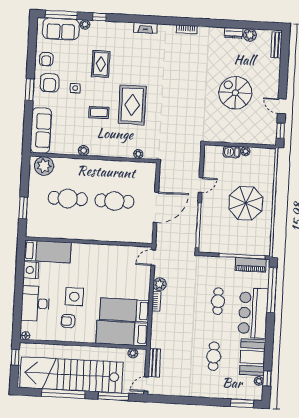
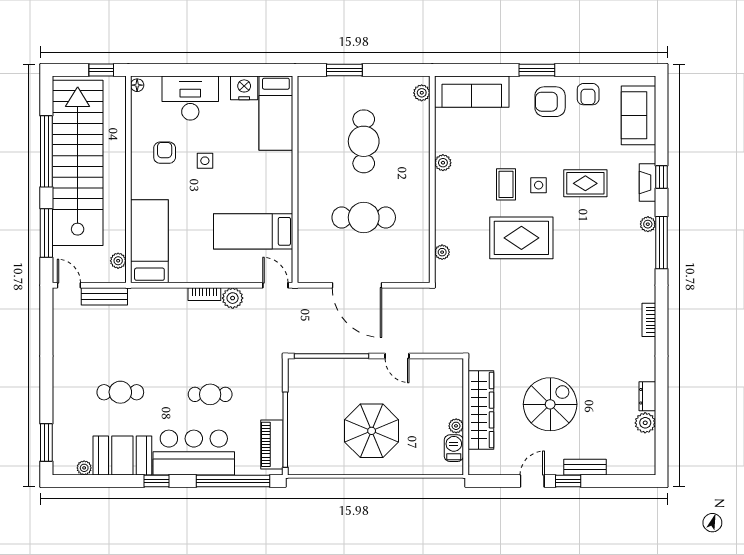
window: (61, 15) -> (661, 243), moved
plant: (85, 24) -> (648, 224), moved
fireplace: (145, 28) -> (647, 182), moved
bench: (277, 45) -> (585, 467), moved
armchair: (46, 59) -> (588, 94), turned -90
side table: (75, 88) -> (539, 185), moved
window: (281, 131) -> (568, 481), moved
wardrobe: (237, 136) -> (481, 410), added
barbecue: (232, 152) -> (454, 448), moved
plant: (44, 166) -> (422, 93), width x0.53, depth x0.53
cafe table: (114, 201) -> (364, 217), turned 90
side table: (74, 297) -> (205, 161), width x0.54, depth x0.54
bed: (124, 310) -> (253, 231), moved, turned -90
window: (267, 378) -> (156, 481), moved

